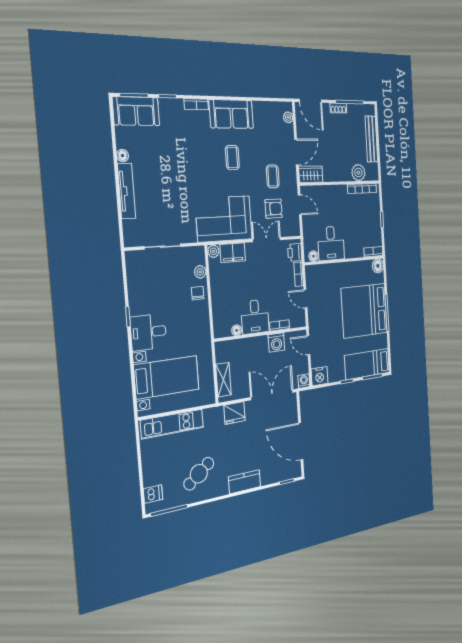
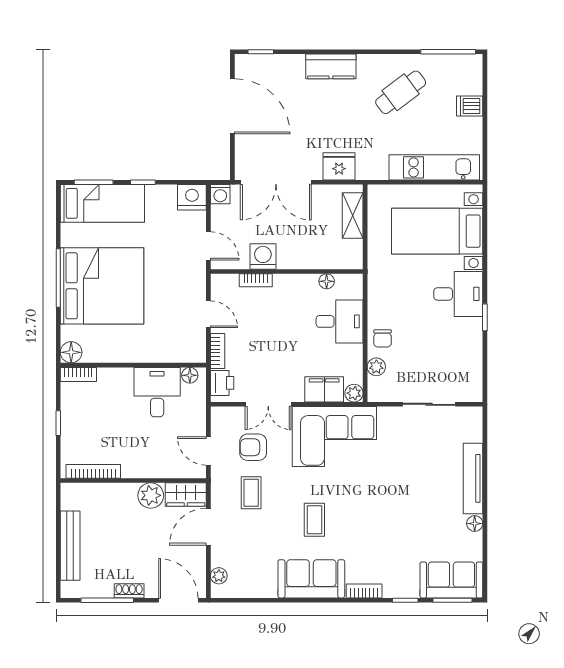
plant: (358, 173) -> (151, 495), moved
desk: (255, 317) -> (340, 321), moved, turned 90
dishwasher: (153, 494) -> (470, 106), moved

